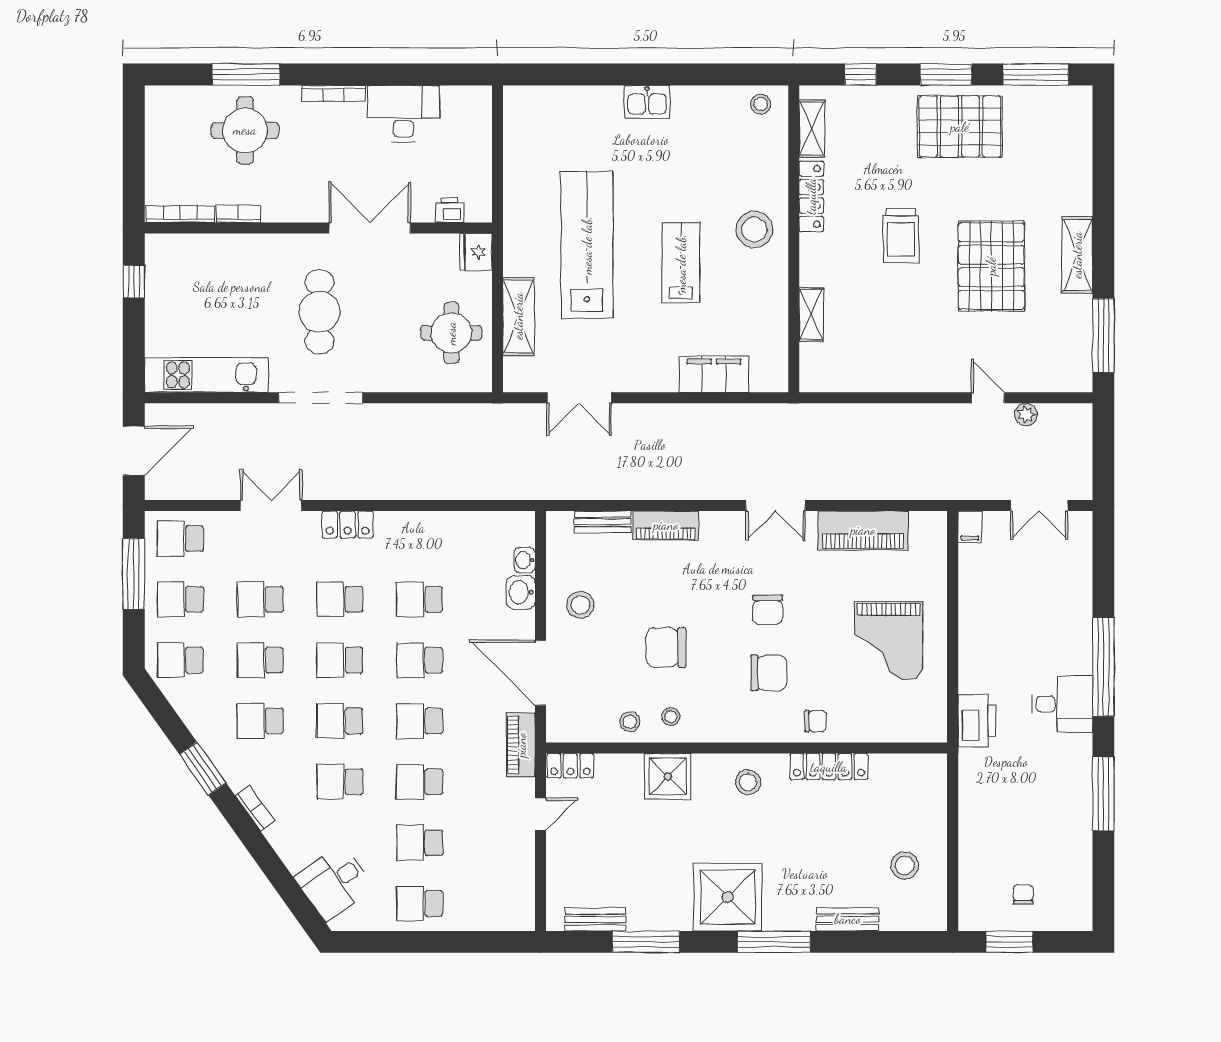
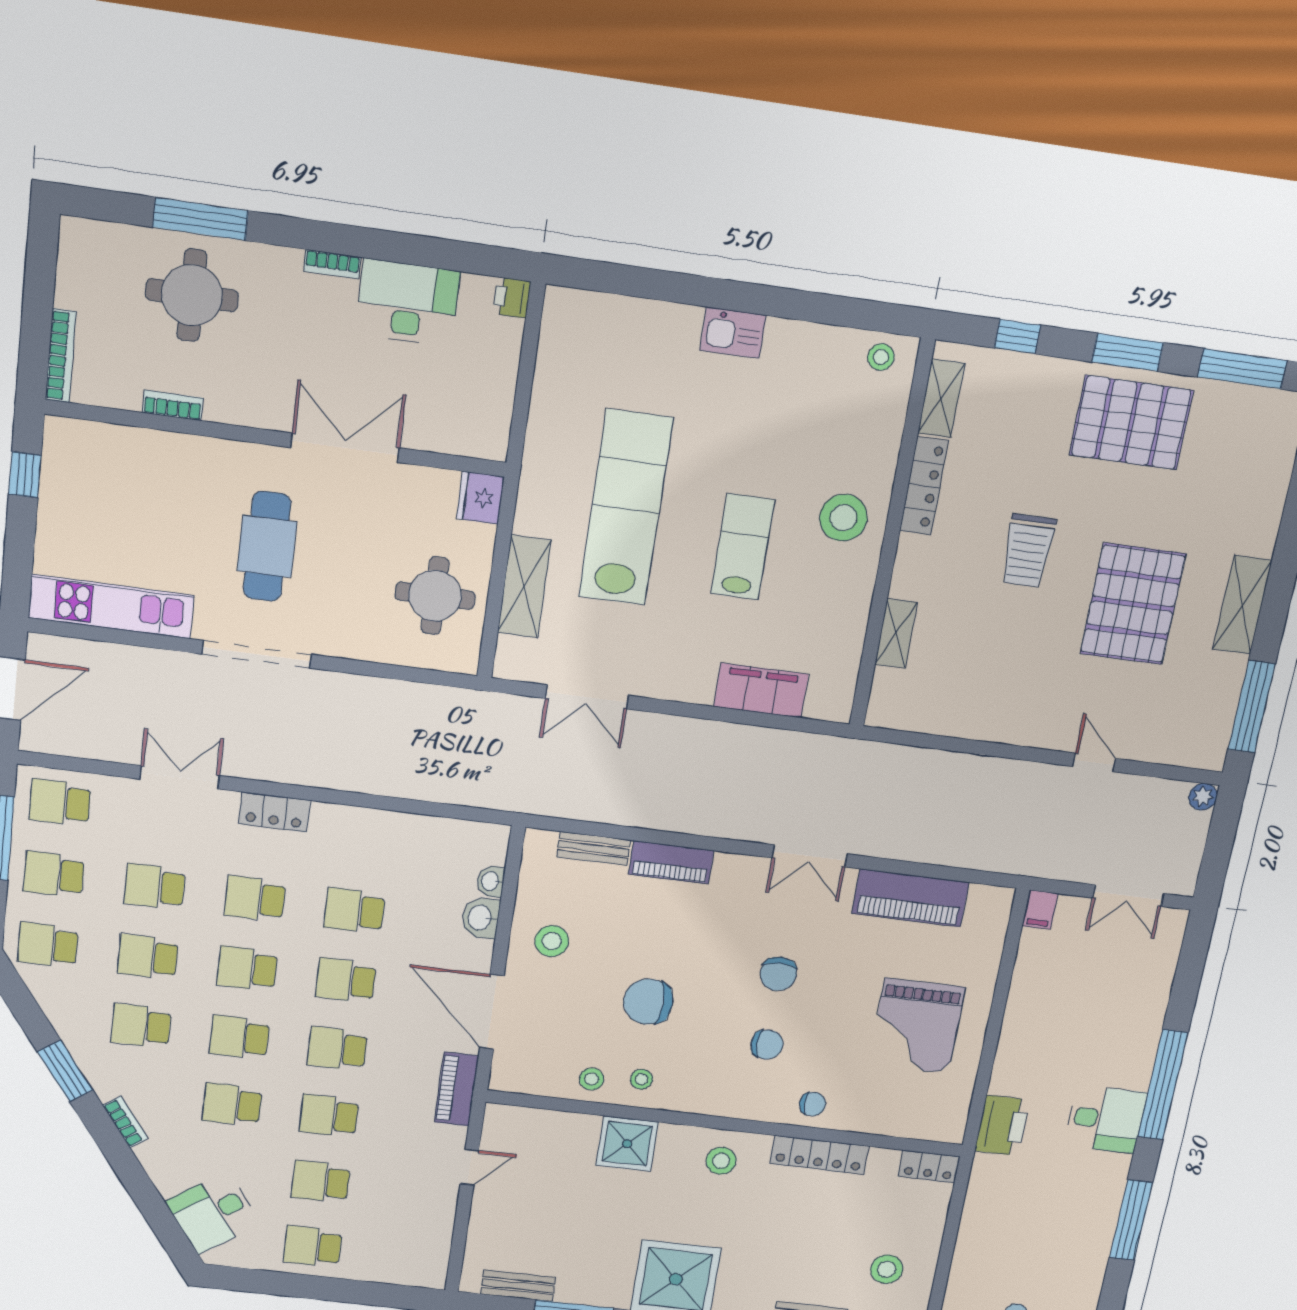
bookcase: (333, 93) -> (332, 264), width x0.64
printer: (450, 210) -> (512, 298), moved, turned -90
bookcase: (180, 214) -> (61, 356), moved, turned 90
plant: (1026, 415) -> (1203, 797), moved
chair: (769, 673) -> (767, 1045), width x0.73, depth x0.73
locker: (570, 766) -> (929, 1166), moved

